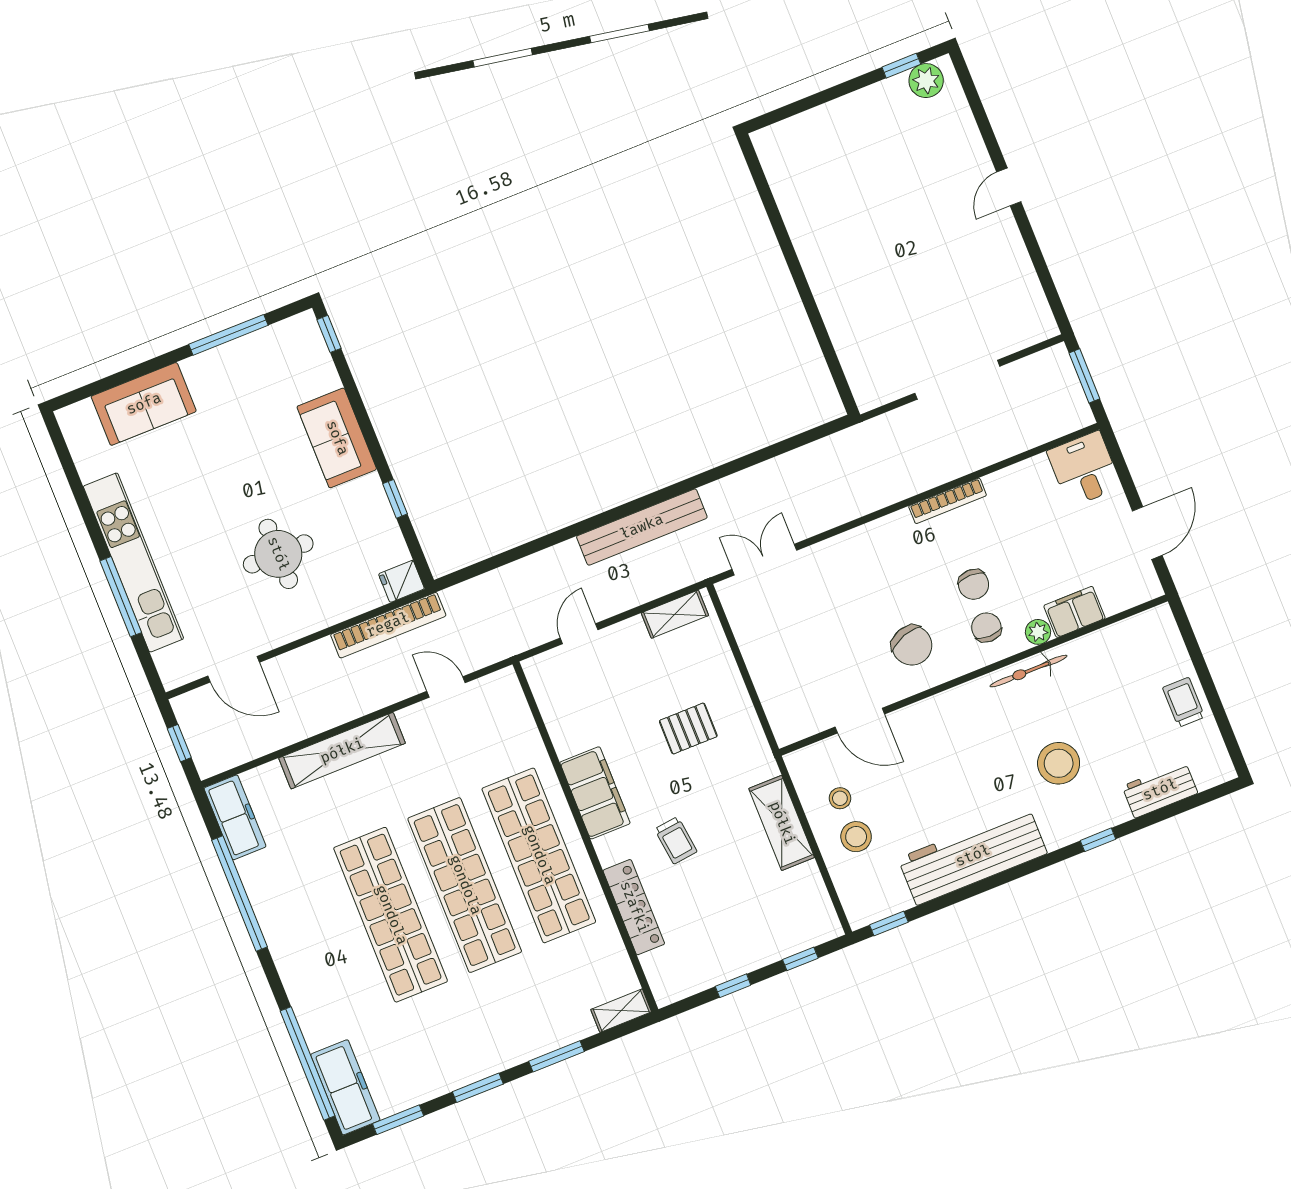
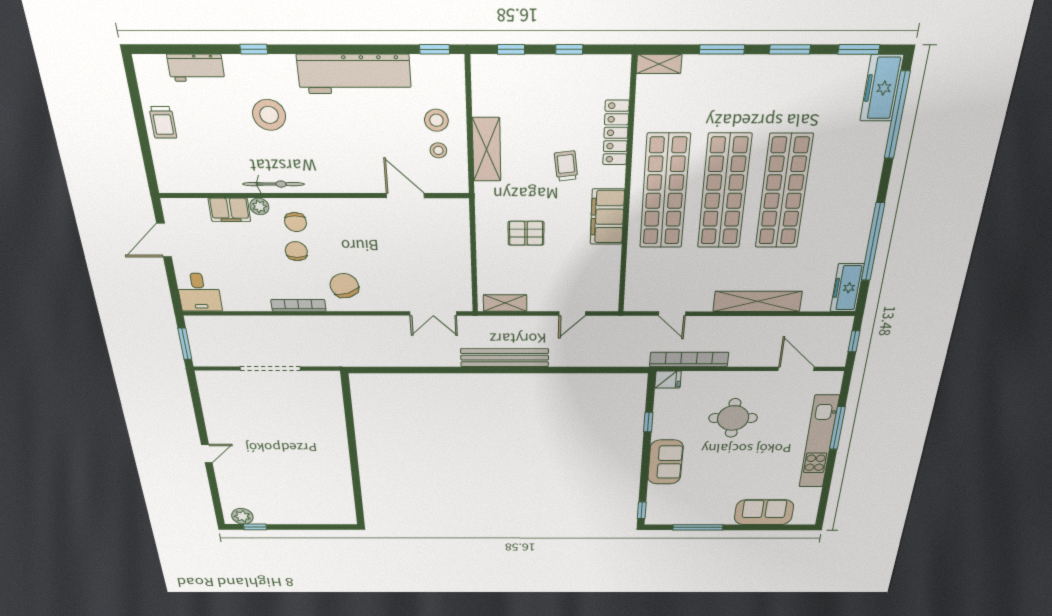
chair: (912, 645) -> (344, 286), moved

